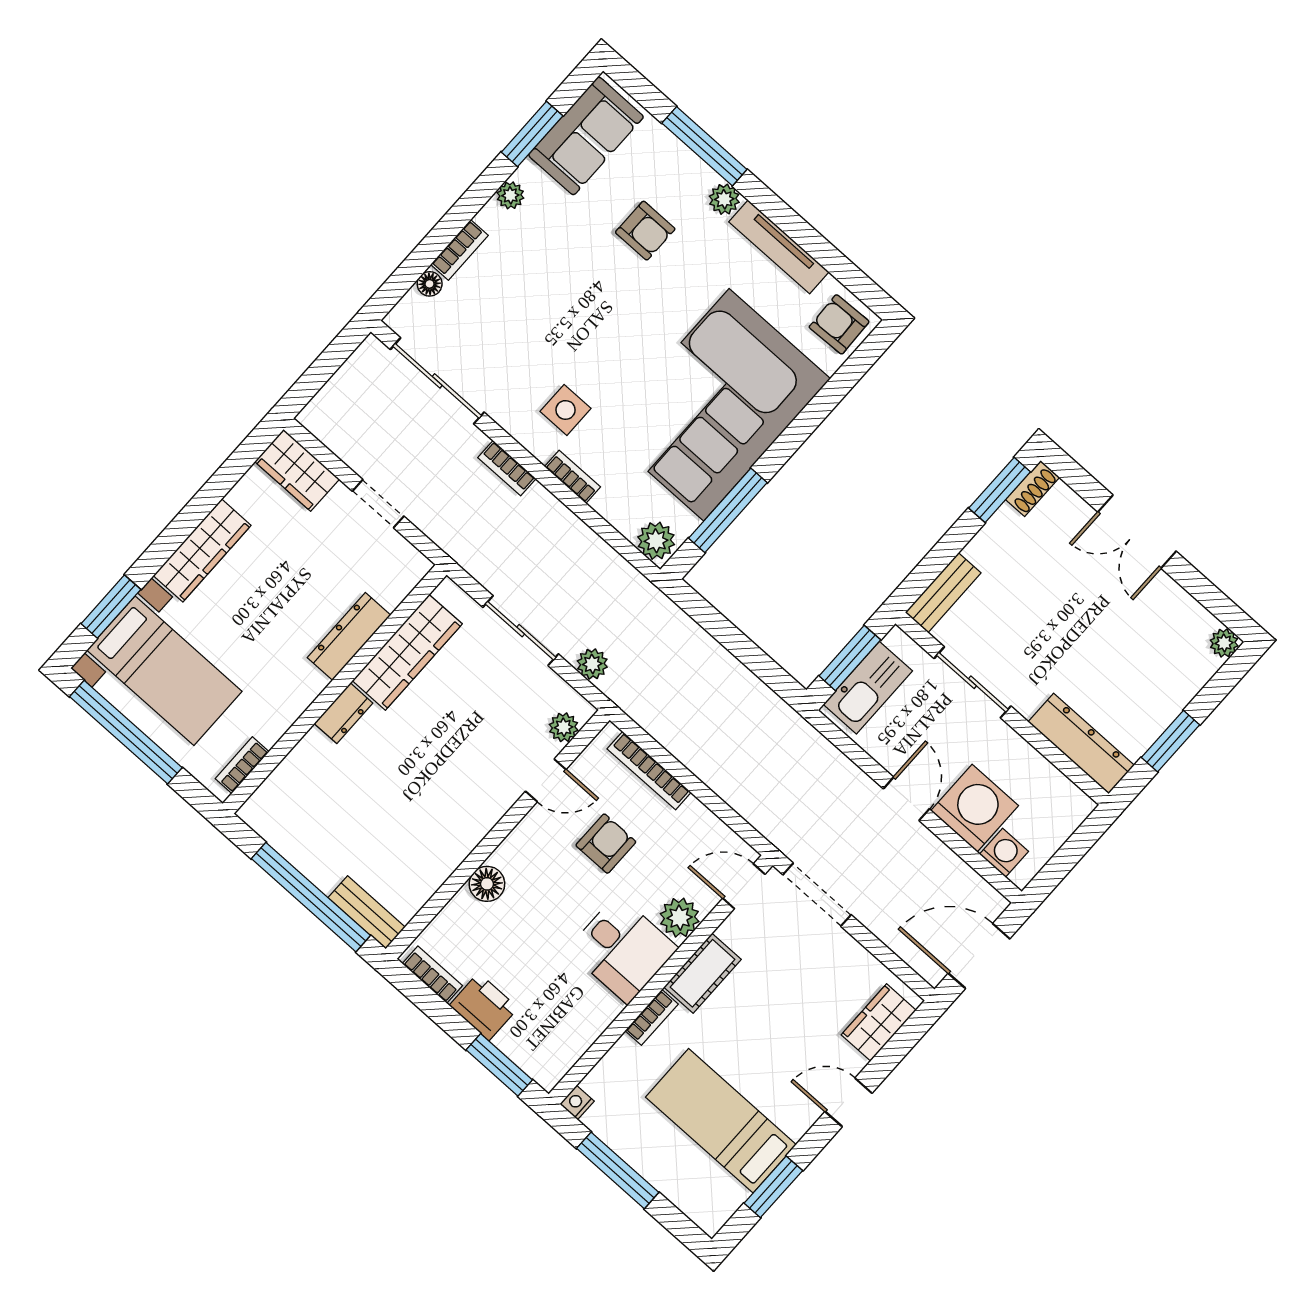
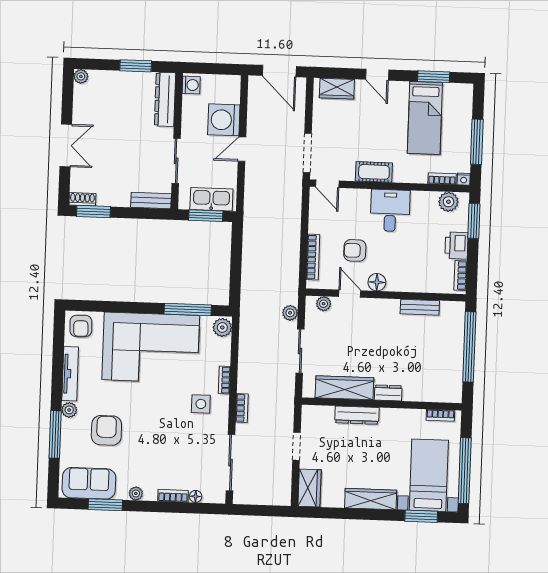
armchair: (645, 231) -> (106, 430), width x1.38, depth x1.38
washing machine: (1004, 853) -> (191, 85), moved, turned 180
floor lamp: (487, 884) -> (377, 282), moved
bench: (367, 912) -> (420, 307), moved, turned 90
plant: (680, 918) -> (448, 202), moved
bookcase: (652, 1017) -> (442, 179), moved

